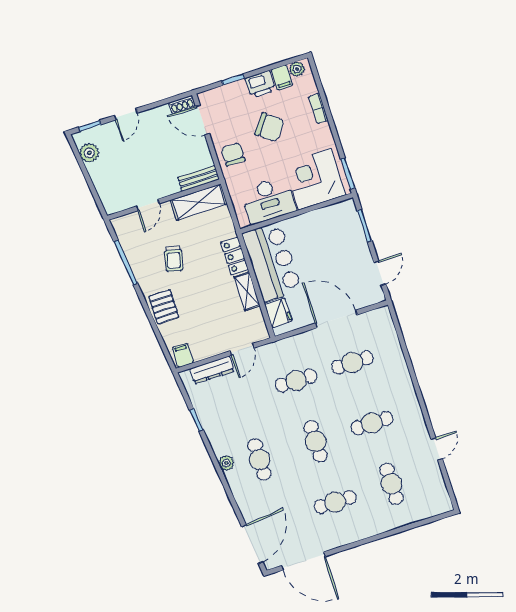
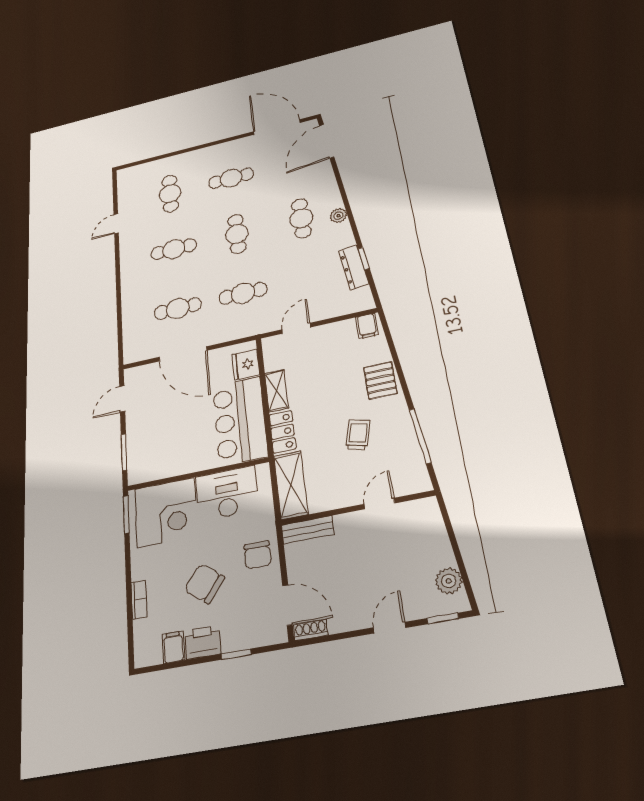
plant: (297, 69) -> (152, 656), removed
shelving: (199, 202) -> (291, 485), moved, turned 90
dresser: (212, 370) -> (354, 267), moved, turned -96

